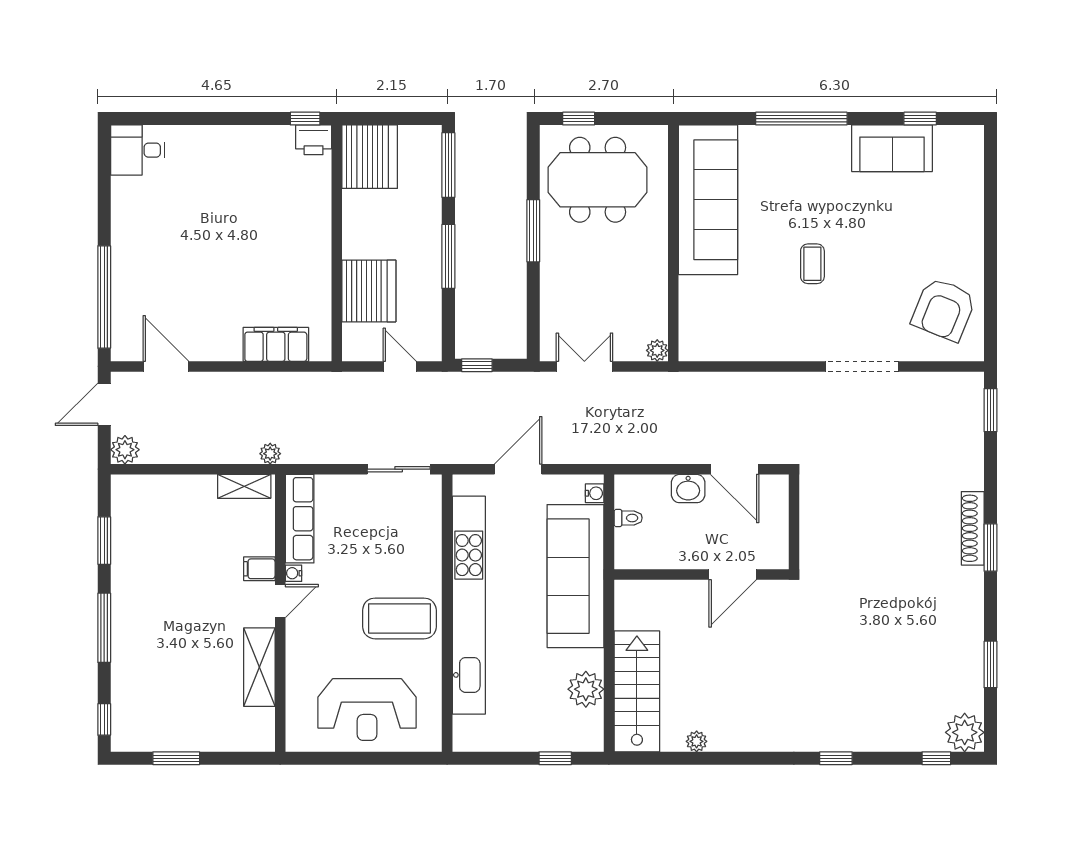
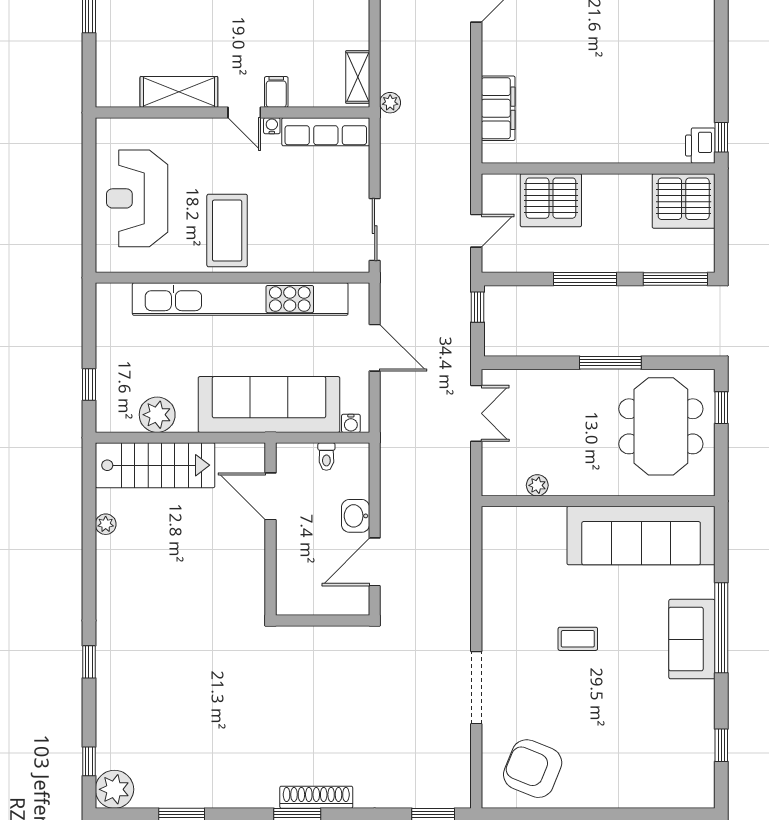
sofa: (892, 148) -> (692, 639), moved
plant: (657, 350) -> (537, 485), moved
door: (733, 575) -> (271, 496), moved

